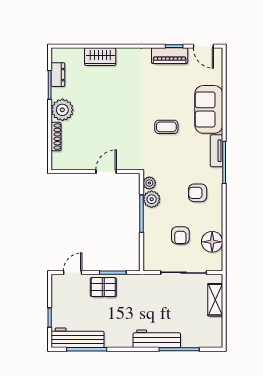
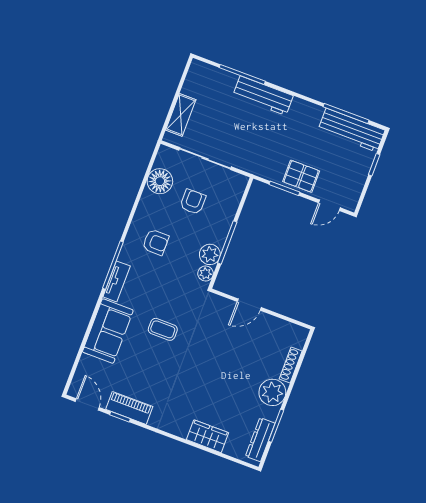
dresser: (58, 75) -> (260, 440), width x1.44

